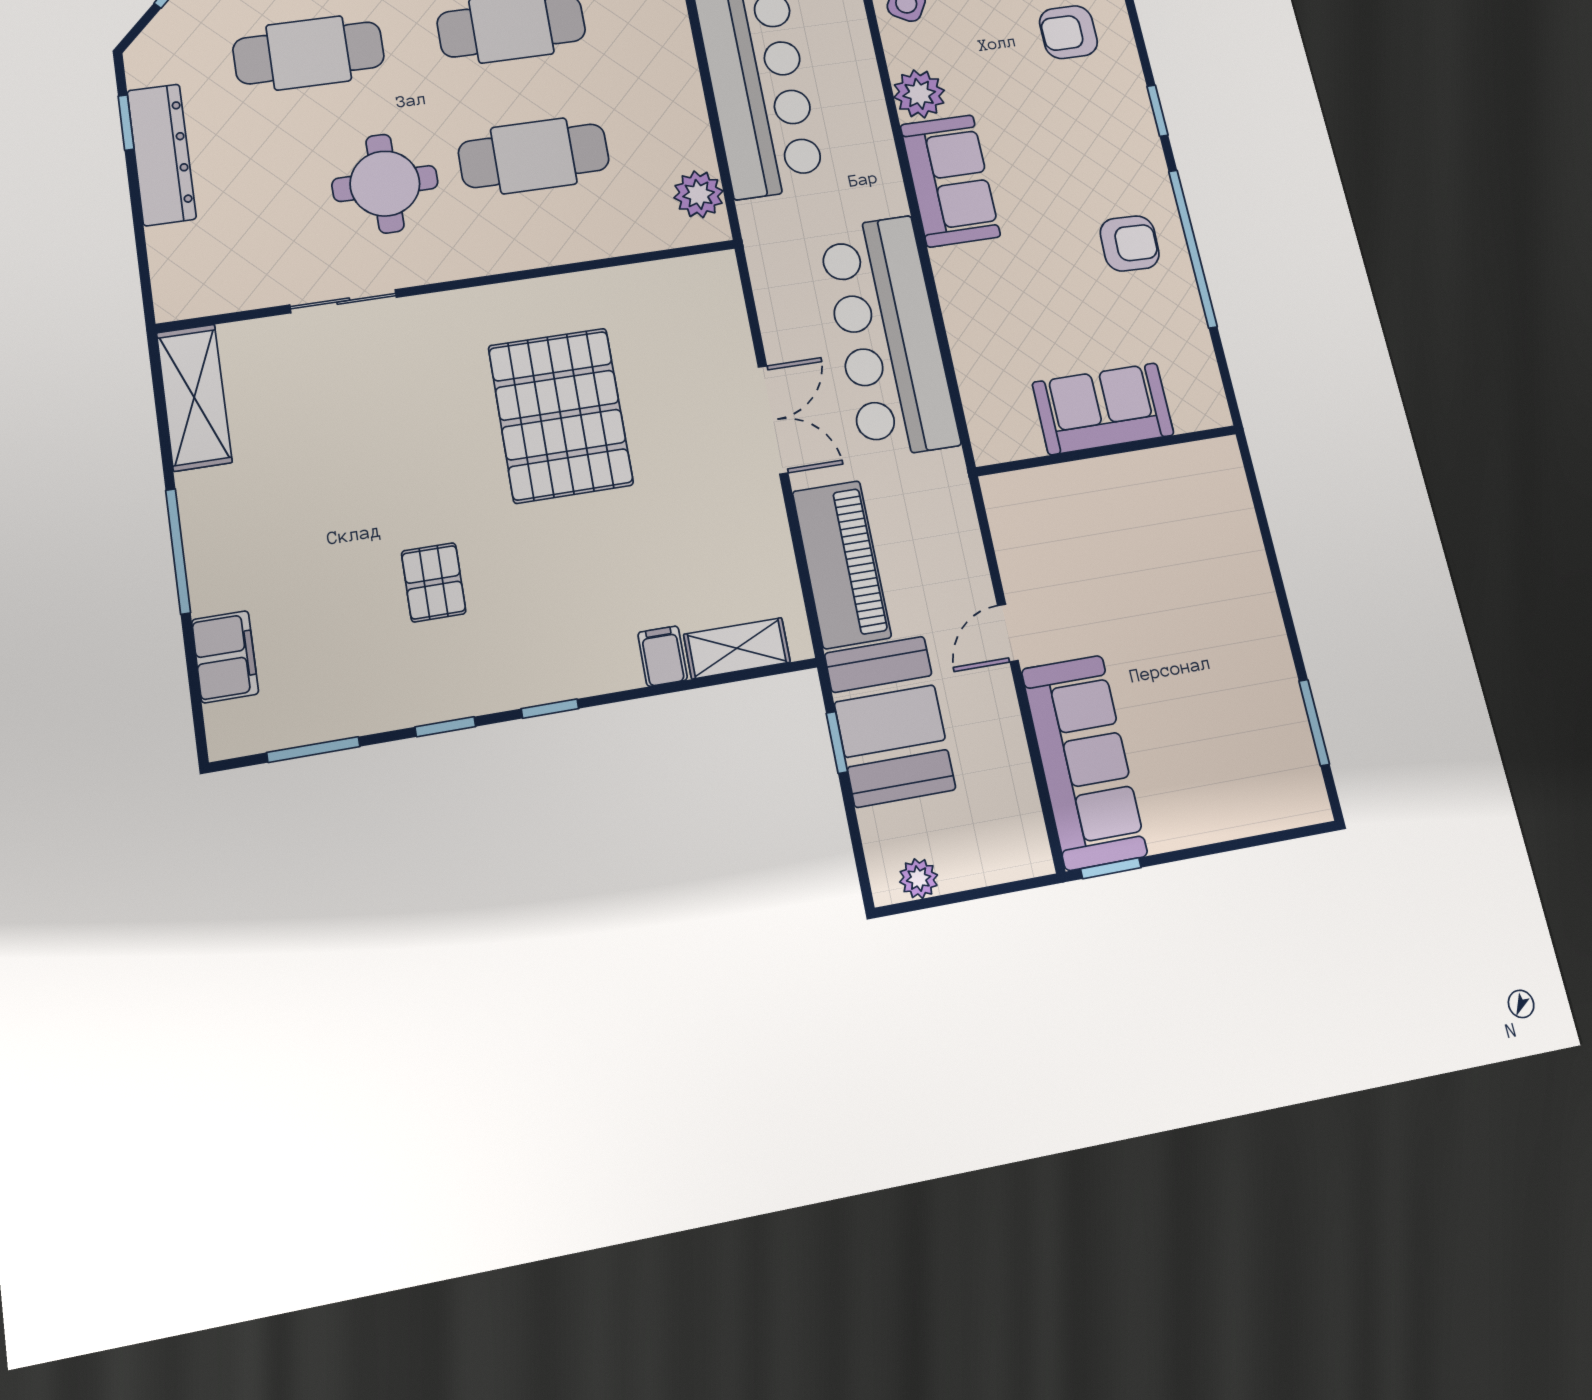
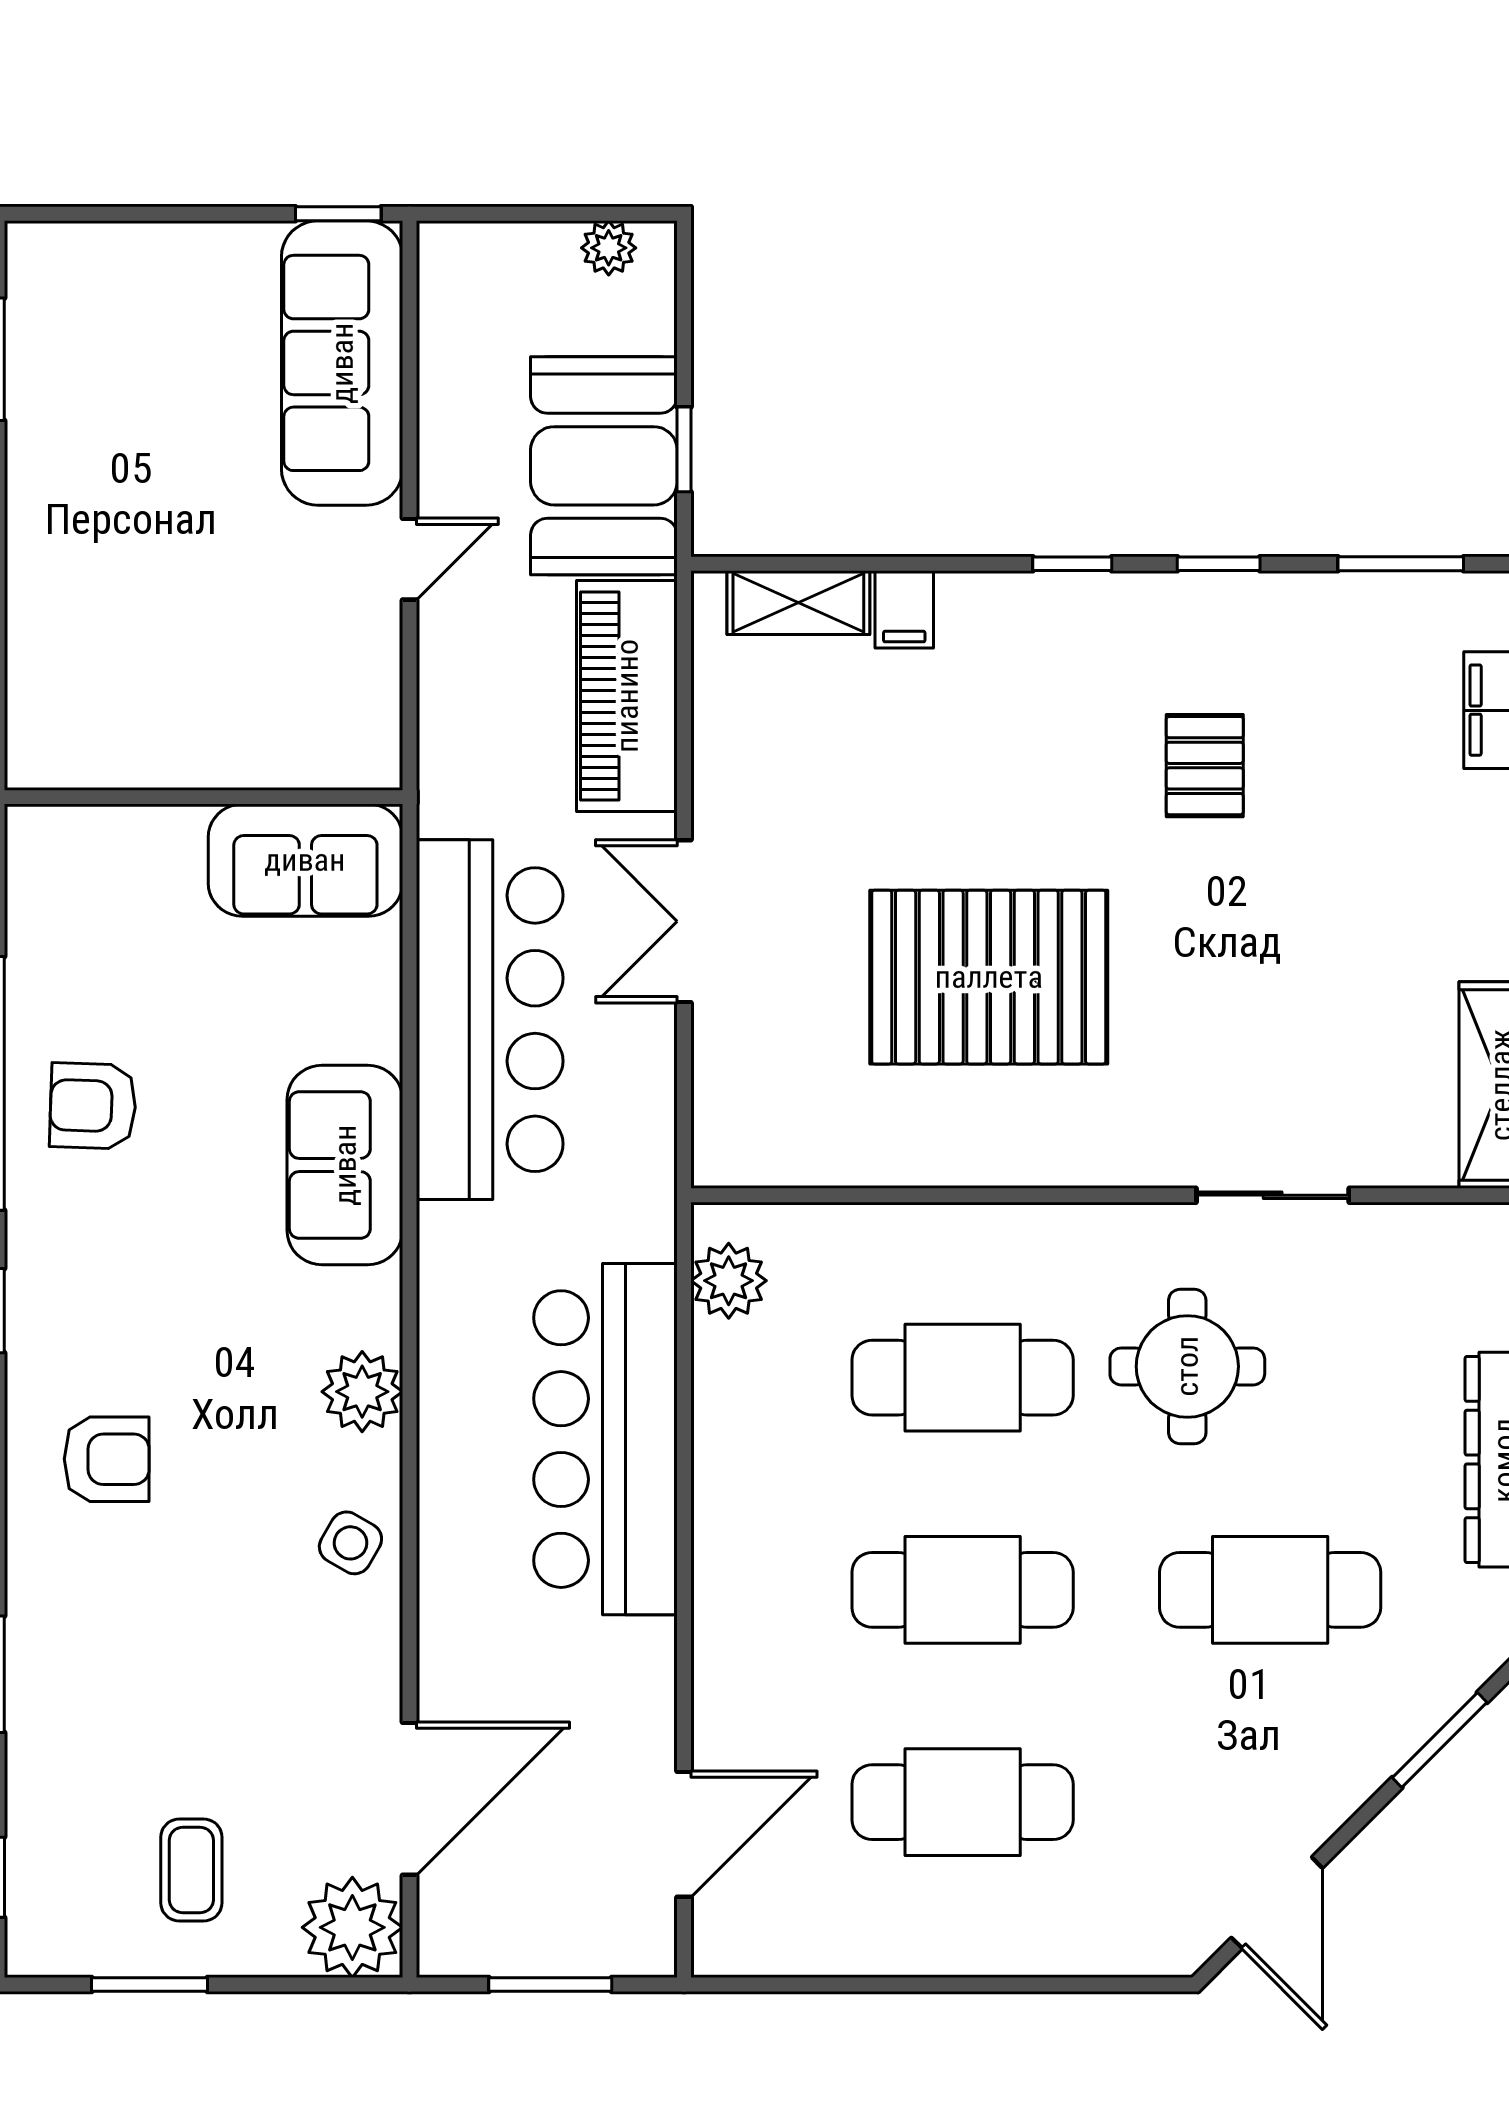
sofa: (950, 181) -> (345, 1165), moved
sofa: (1103, 409) -> (305, 860), moved
pallet: (560, 415) -> (989, 977), turned 90

